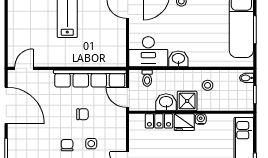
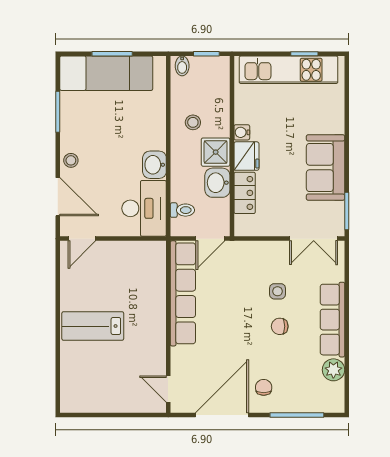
chair: (82, 114) -> (264, 387), moved

